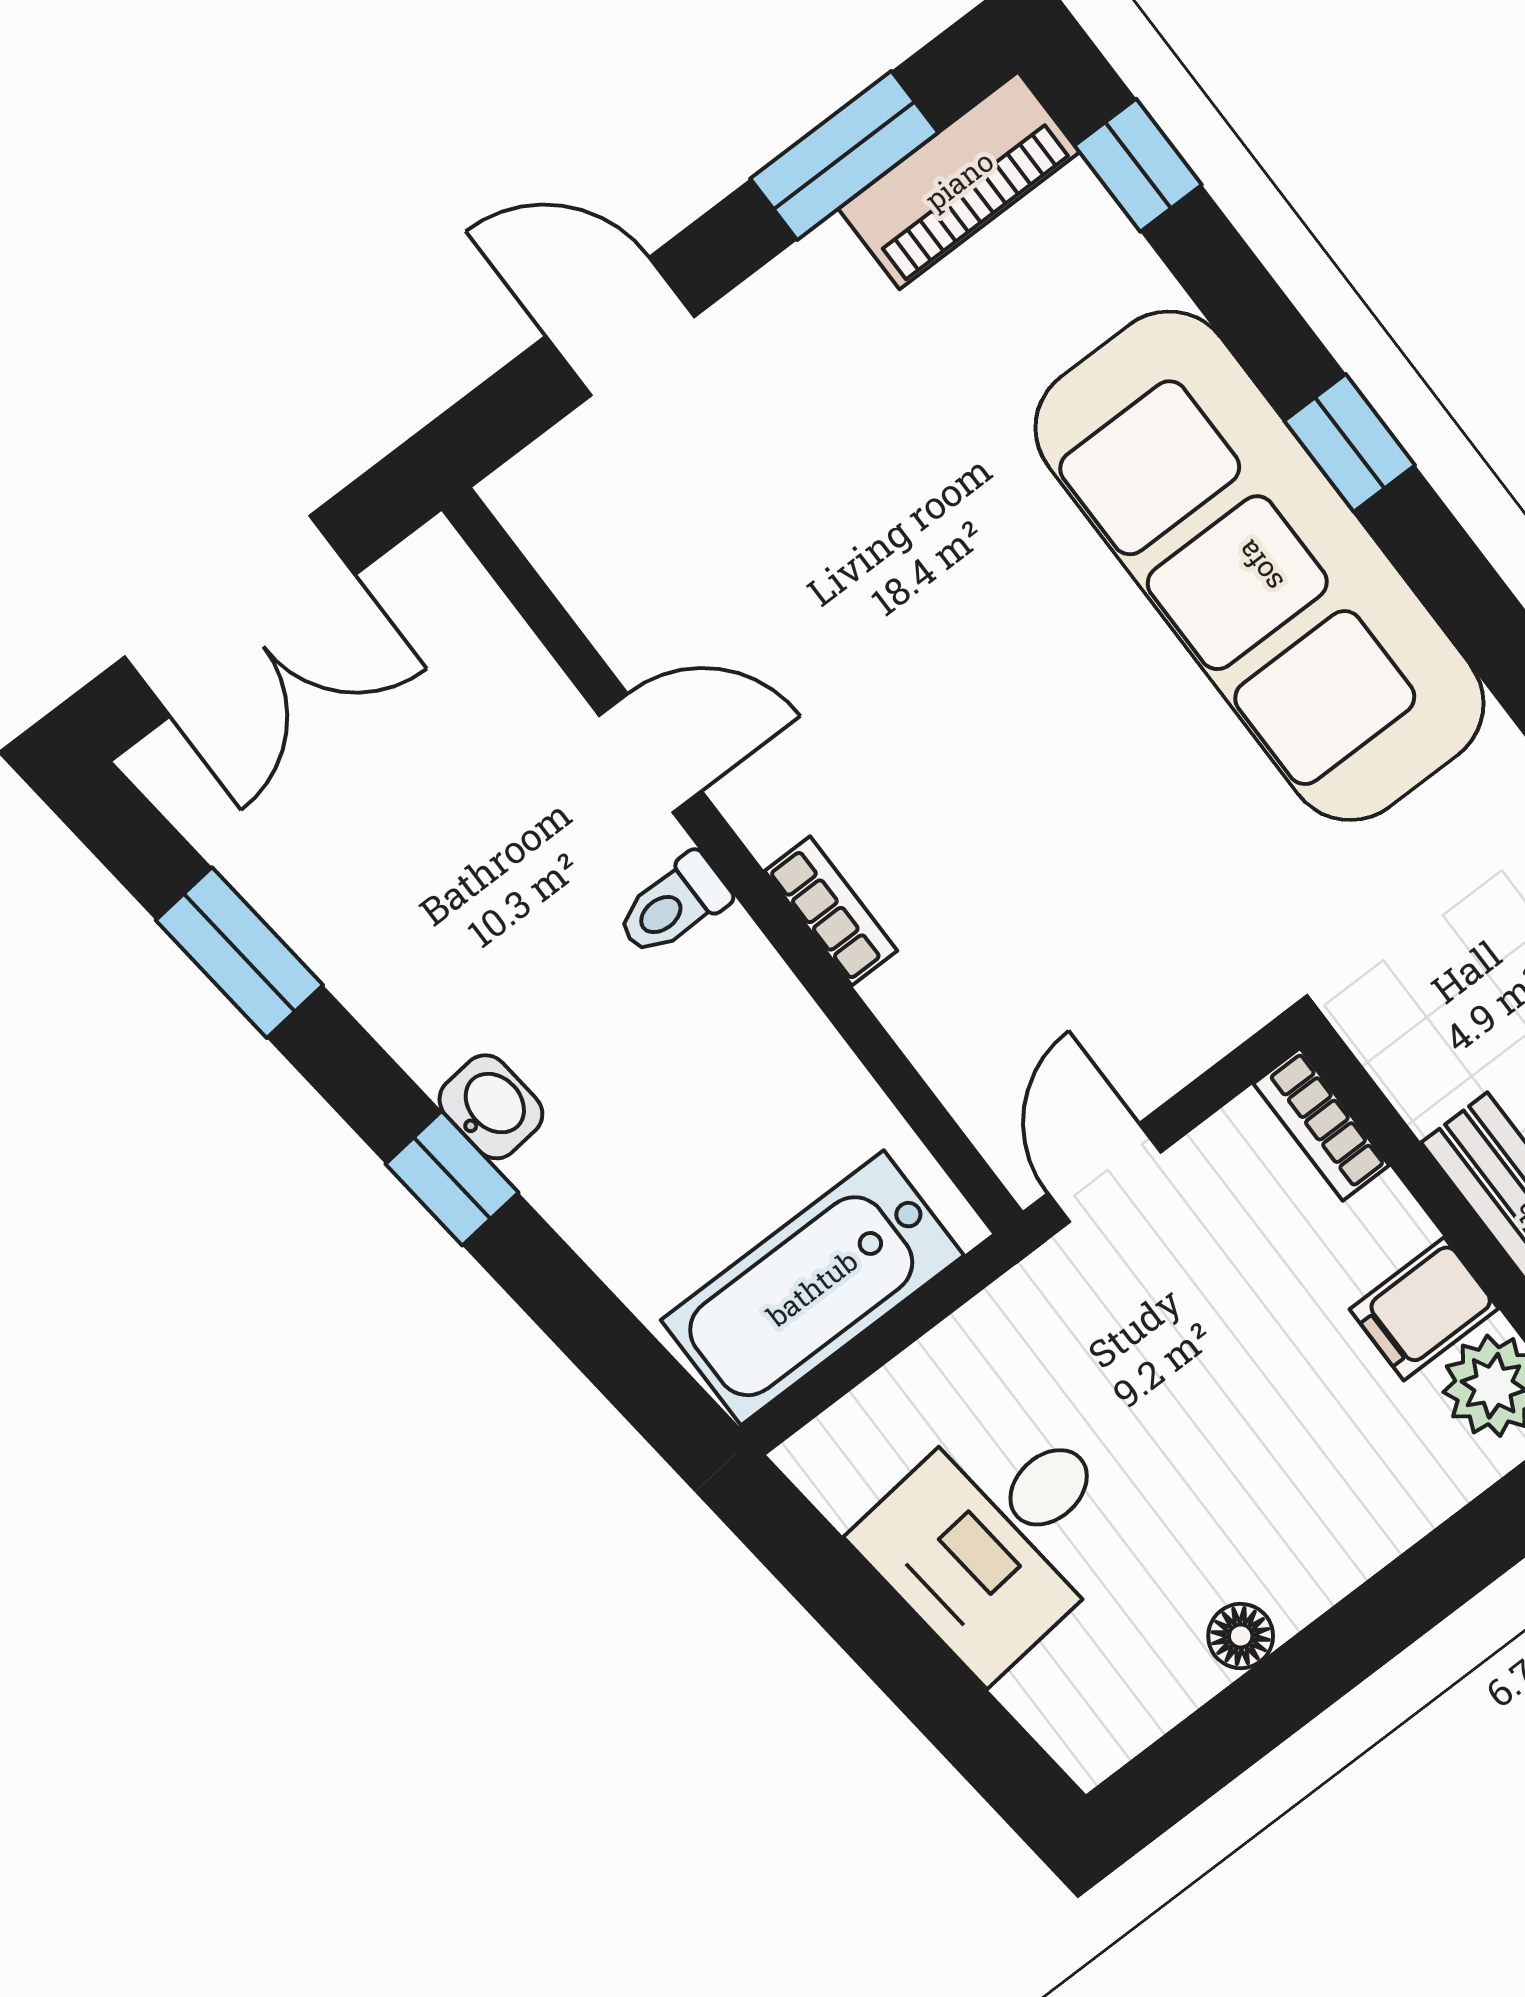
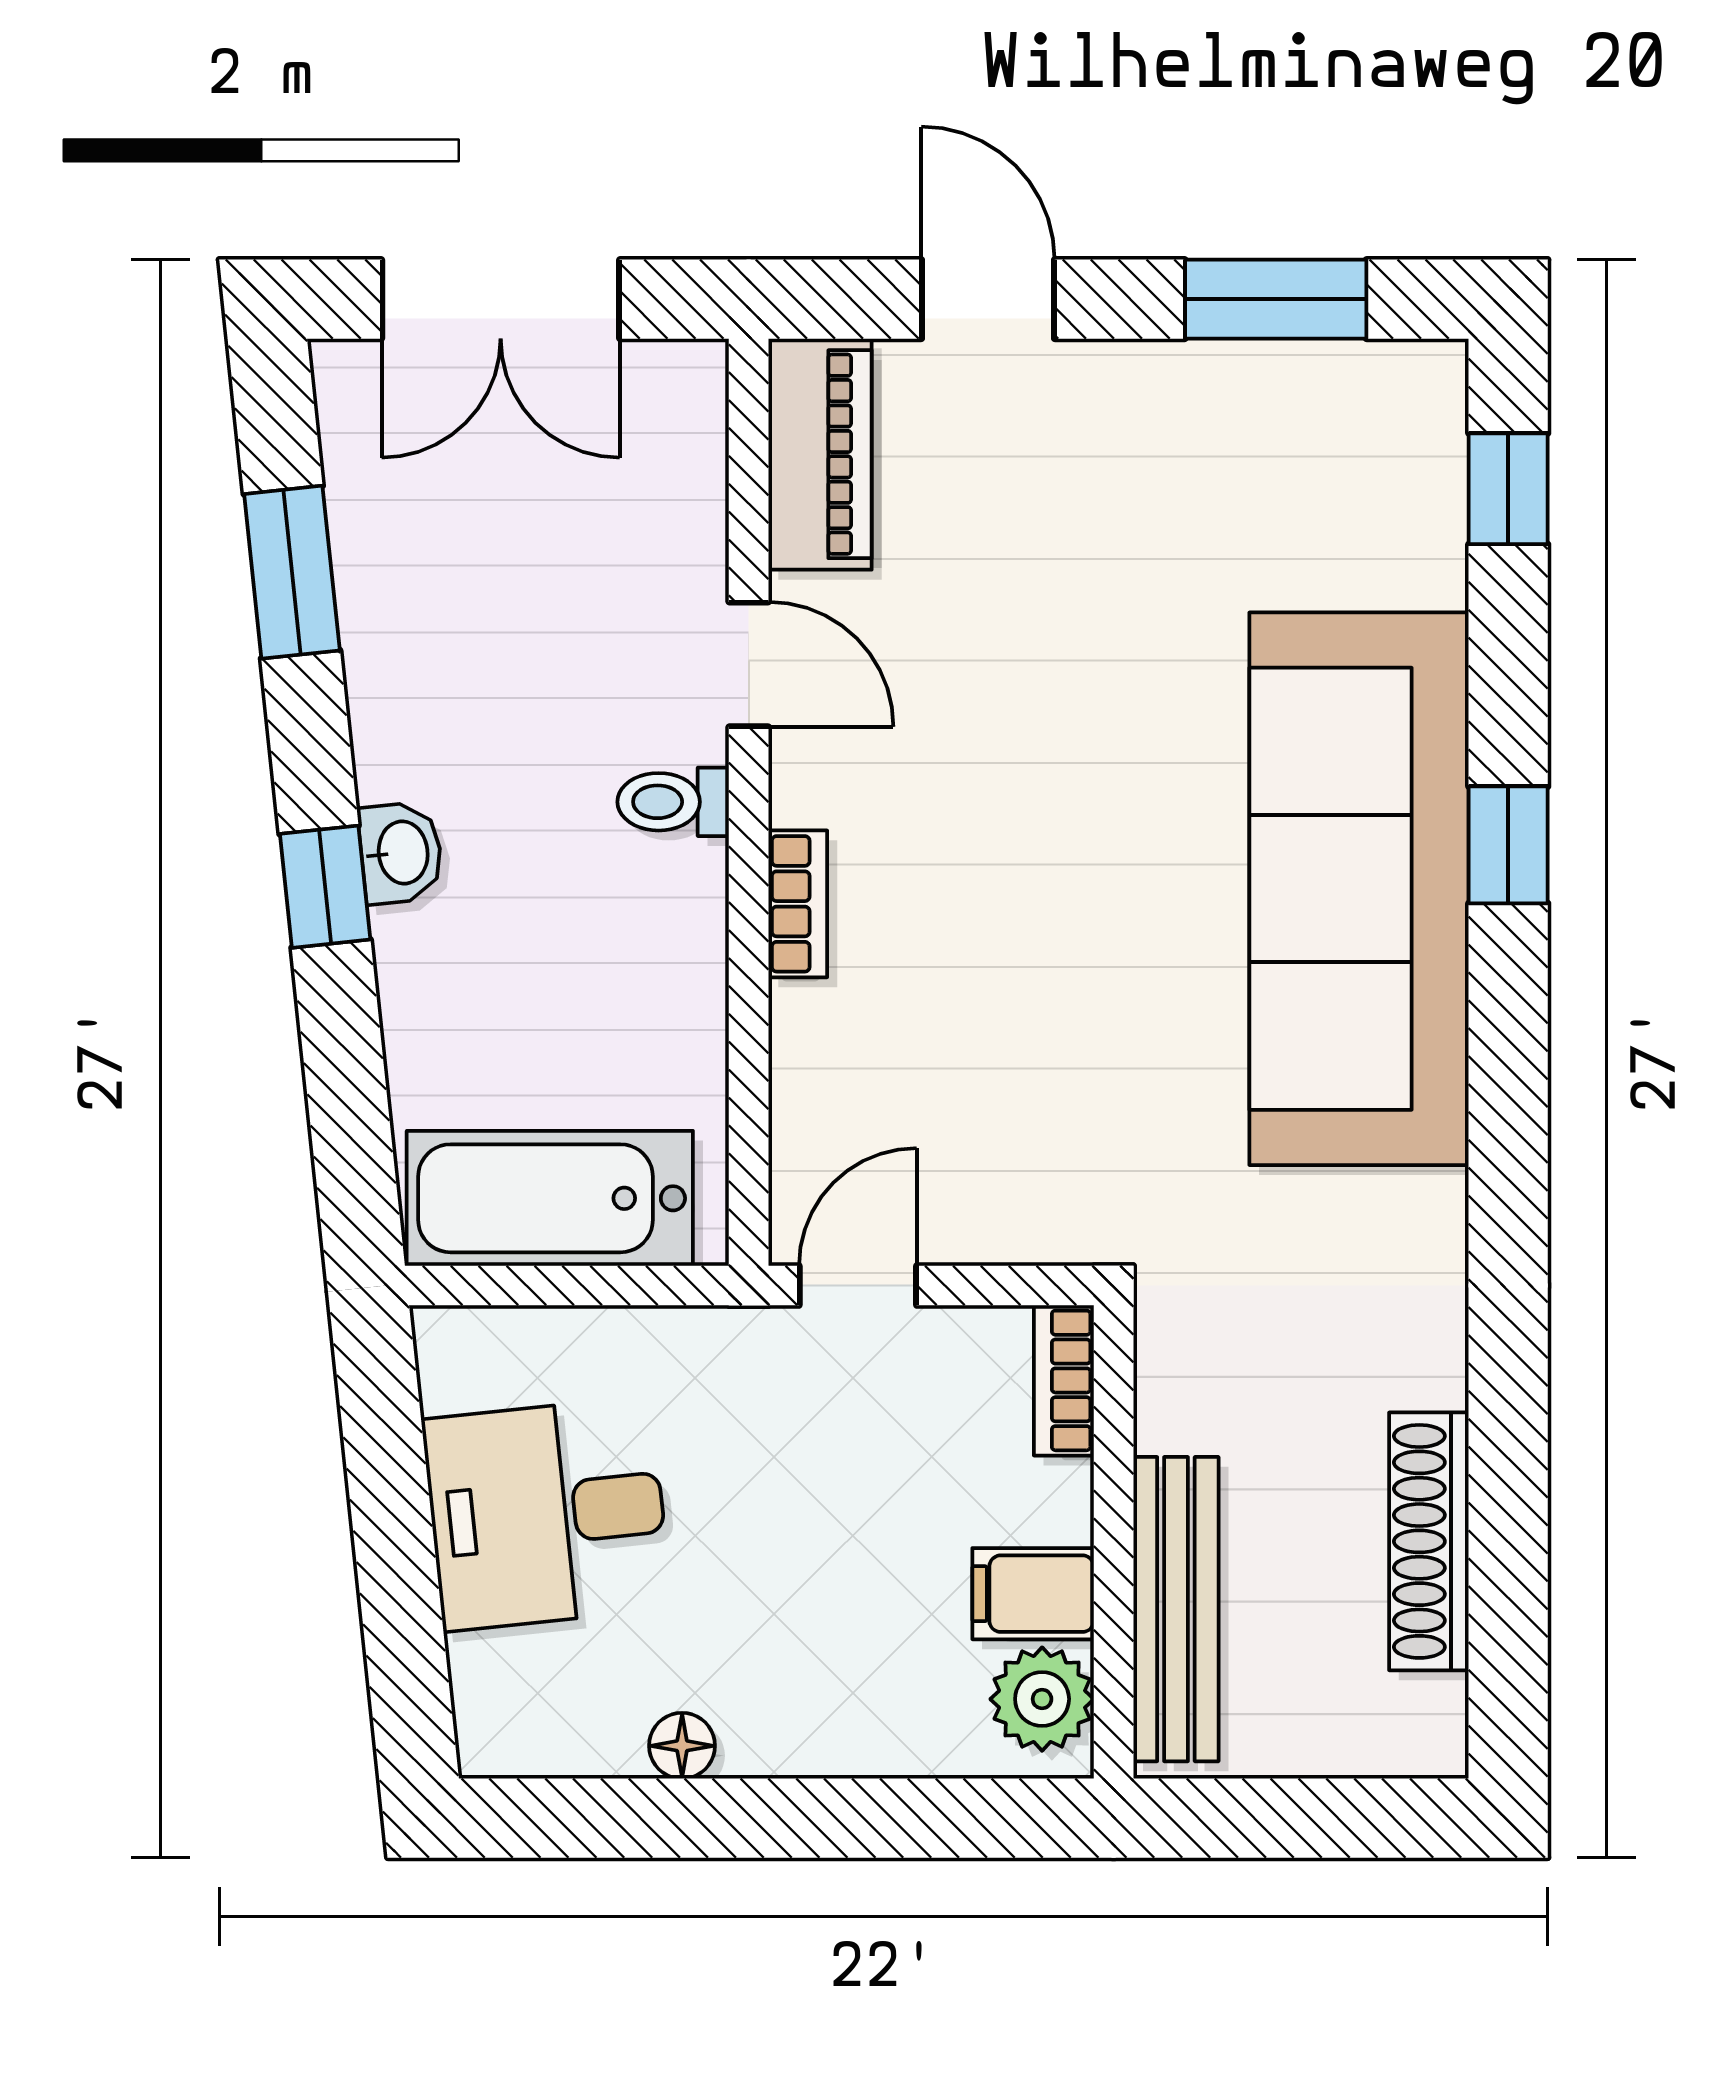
piano: (959, 180) -> (820, 454), moved, turned -90

